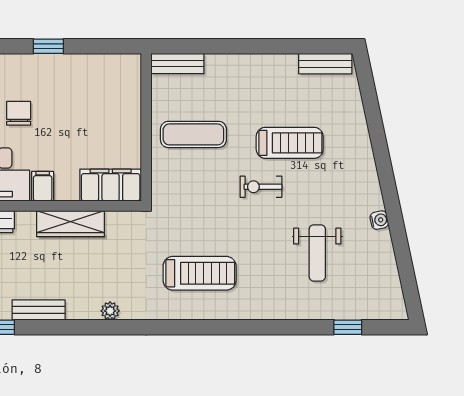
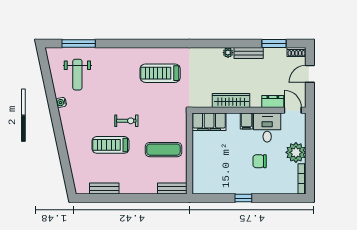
bench: (325, 64) -> (104, 189), moved
chair: (19, 113) -> (260, 161), turned 90
weight bench: (317, 253) -> (77, 75), moved, turned 180
plant: (110, 311) -> (228, 53), moved
window: (348, 327) -> (79, 44), width x2.17

